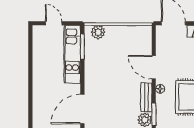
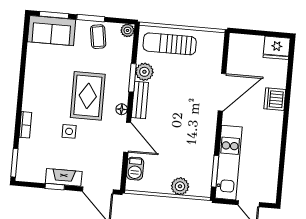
plant: (98, 32) -> (180, 186), moved
barbecue: (145, 43) -> (135, 169), added
dishwasher: (40, 107) -> (275, 99), added

